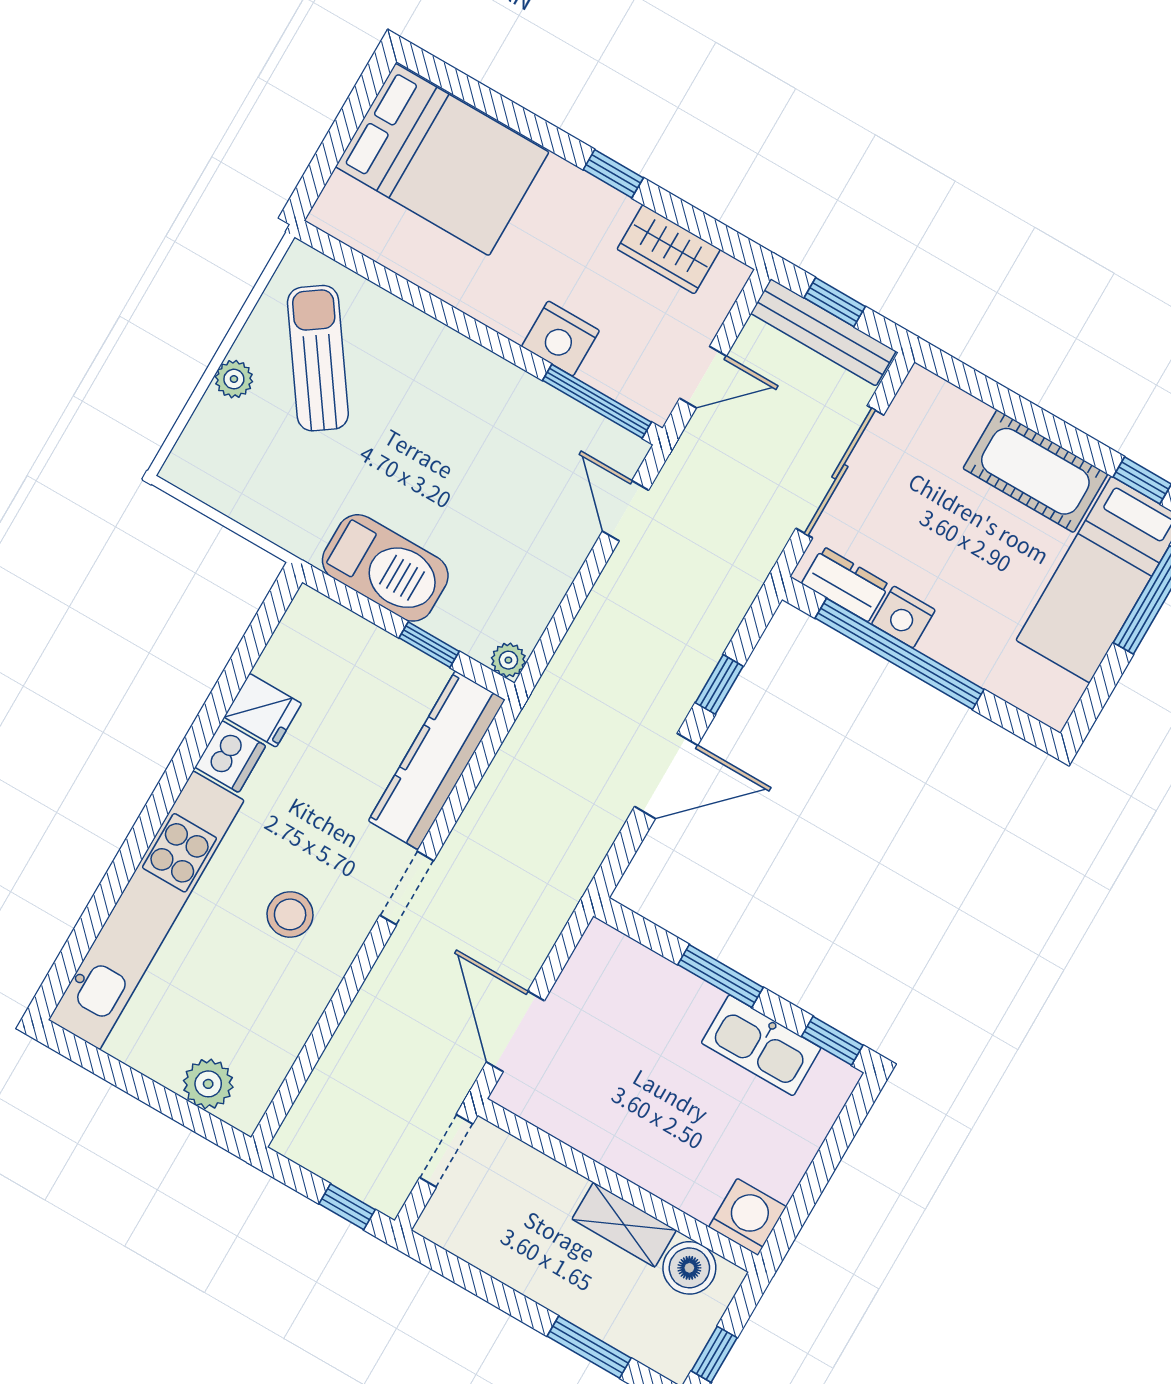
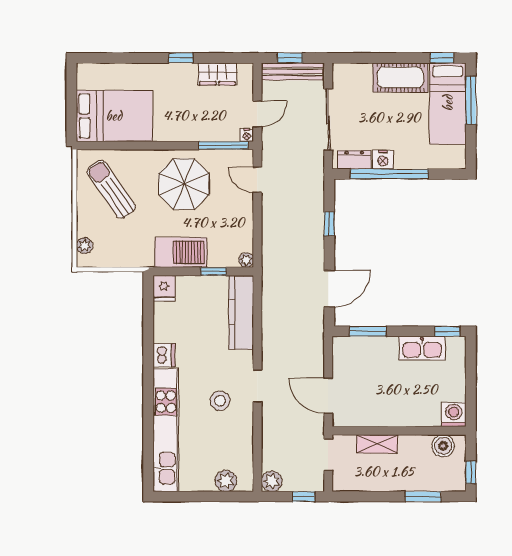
bed: (442, 159) -> (114, 116), moved
nightstand: (561, 339) -> (247, 135), moved, width x0.53, depth x0.56
plant: (234, 379) -> (85, 246), moved
parasol: (471, 433) -> (184, 184), added
fridge: (263, 710) -> (164, 288), moved, turned 90
door: (666, 776) -> (329, 289), moved
doorway: (407, 888) -> (257, 386), moved
window: (720, 976) -> (368, 331), moved
plant: (300, 1138) -> (272, 481), added
shelving: (624, 1225) -> (377, 444), moved

